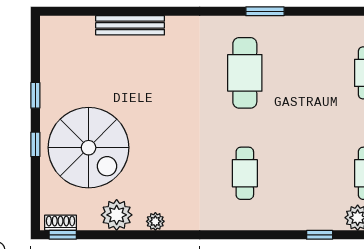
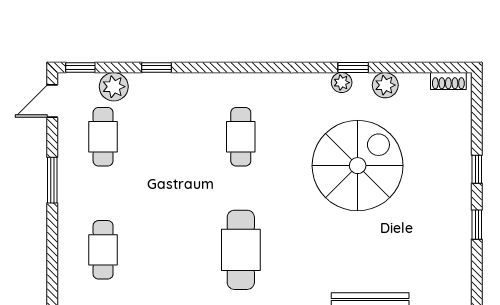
spiral stairs: (89, 148) -> (358, 166), moved, turned 90
plant: (117, 215) -> (385, 85), width x0.73, depth x0.73
window: (63, 235) -> (353, 67), moved

